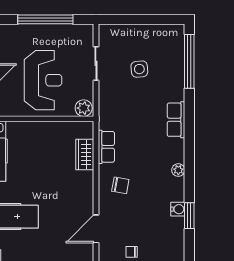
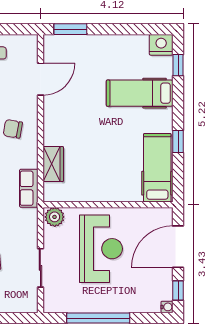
reception desk: (43, 80) -> (101, 249), turned 180
row of seats: (106, 147) -> (29, 188), moved

